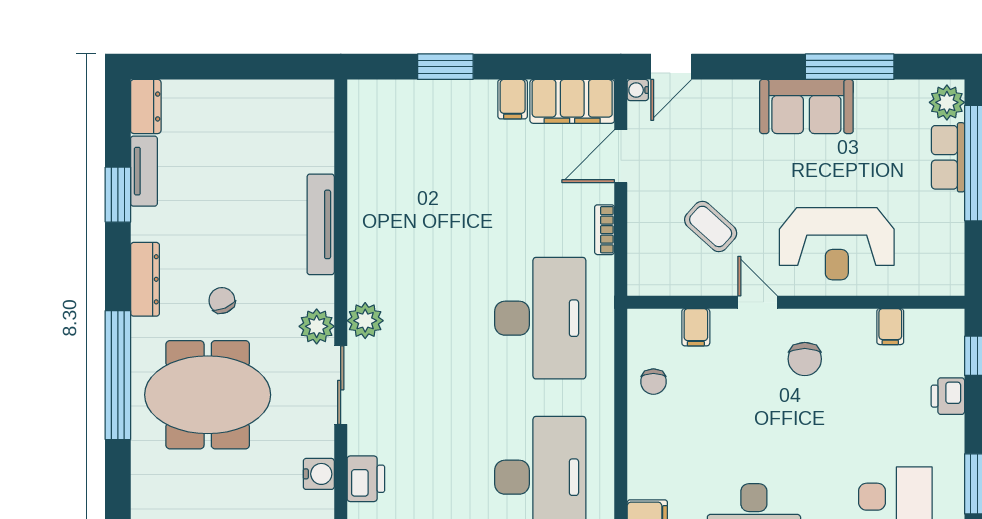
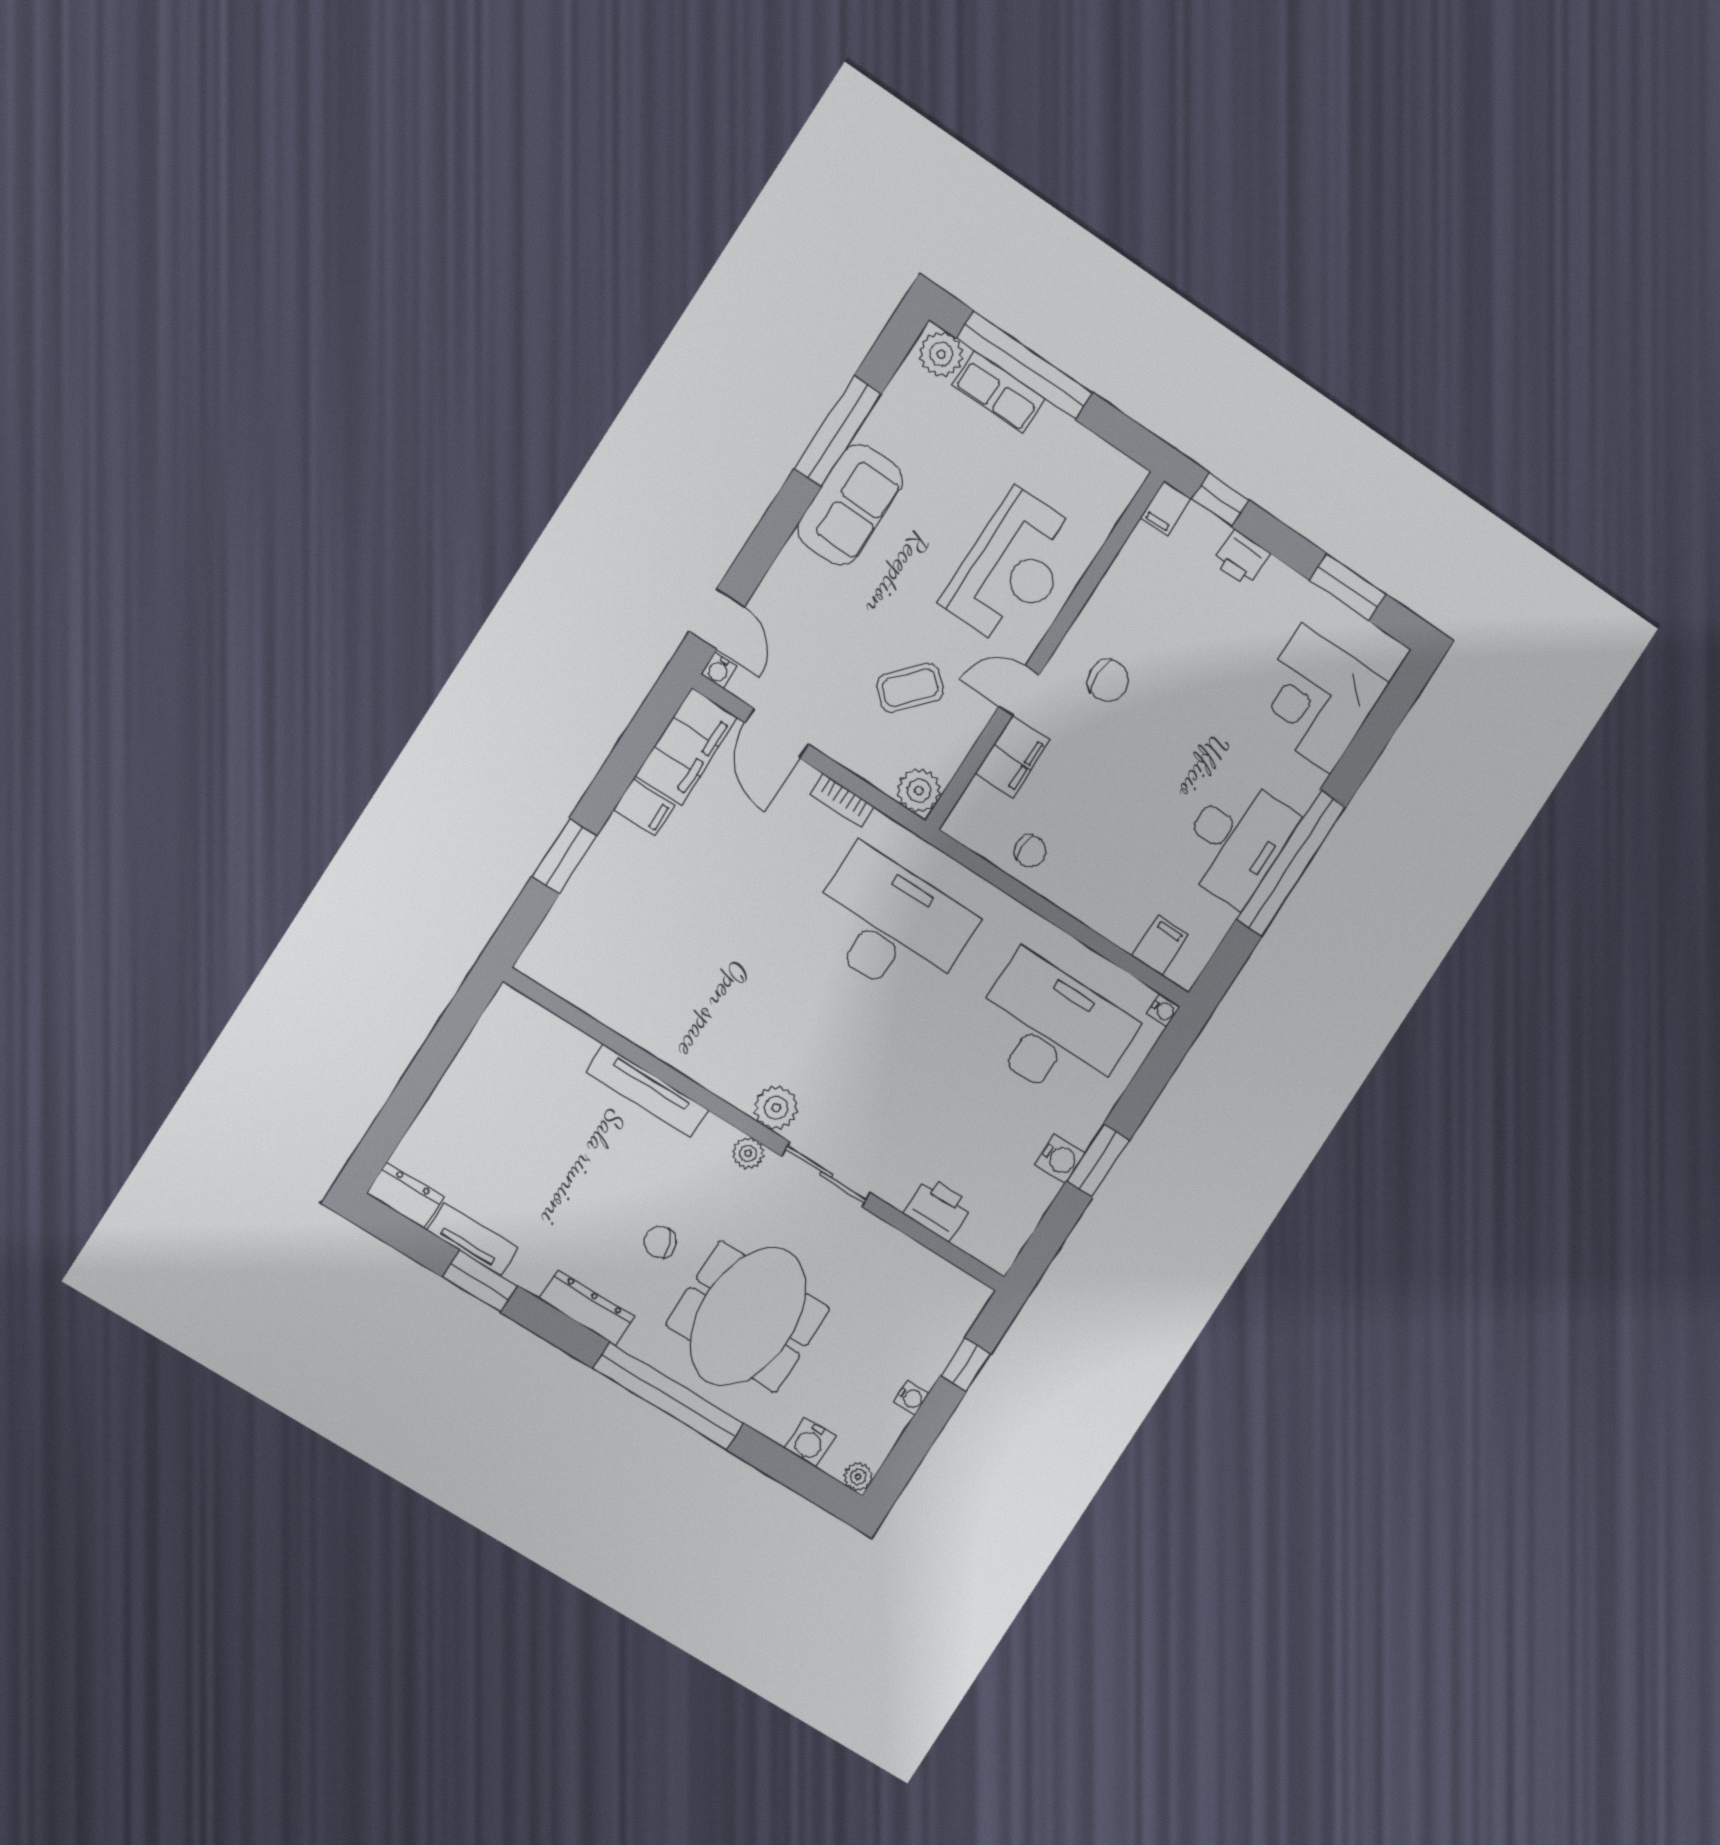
plant: (645, 278) -> (919, 791), added
plant: (317, 326) -> (748, 1153), width x0.73, depth x0.73
filing cabinet: (696, 327) -> (1013, 757), width x2.00
filing cabinet: (890, 327) -> (1166, 508), moved, turned 90
water cooler: (319, 474) -> (810, 1442), moved, turned 180

